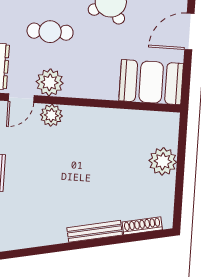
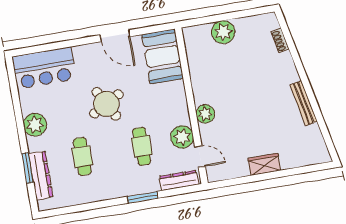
plant: (51, 115) -> (205, 114), moved
shoe rack: (142, 226) -> (280, 40), width x0.70
bench: (95, 231) -> (304, 103), moved

